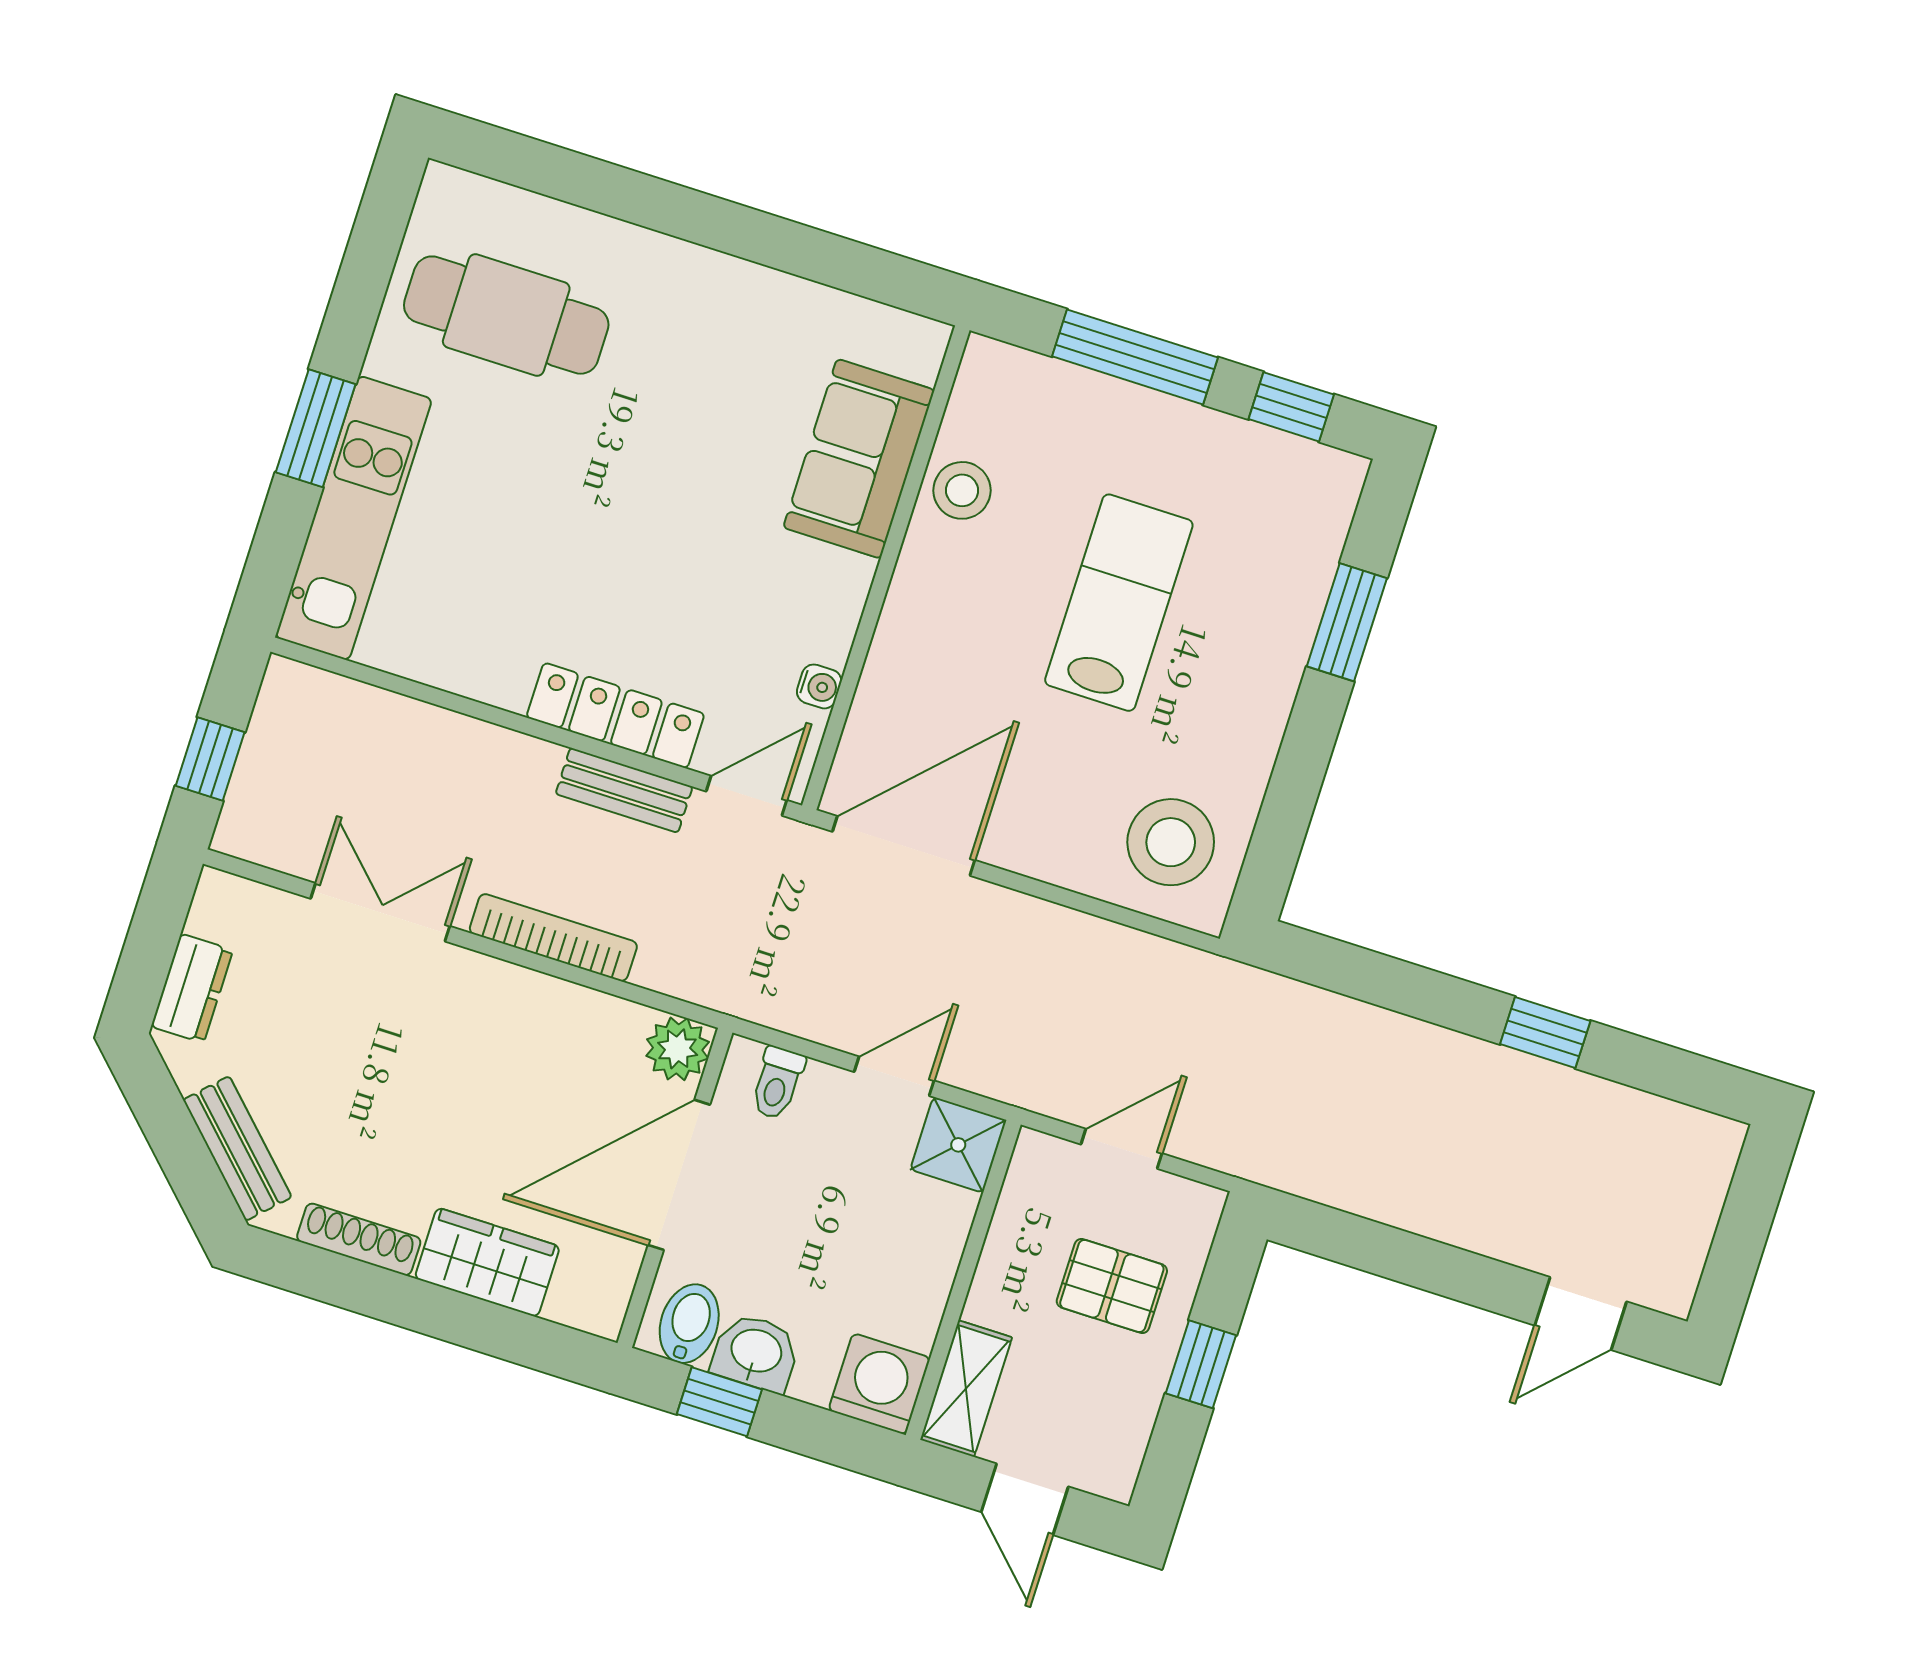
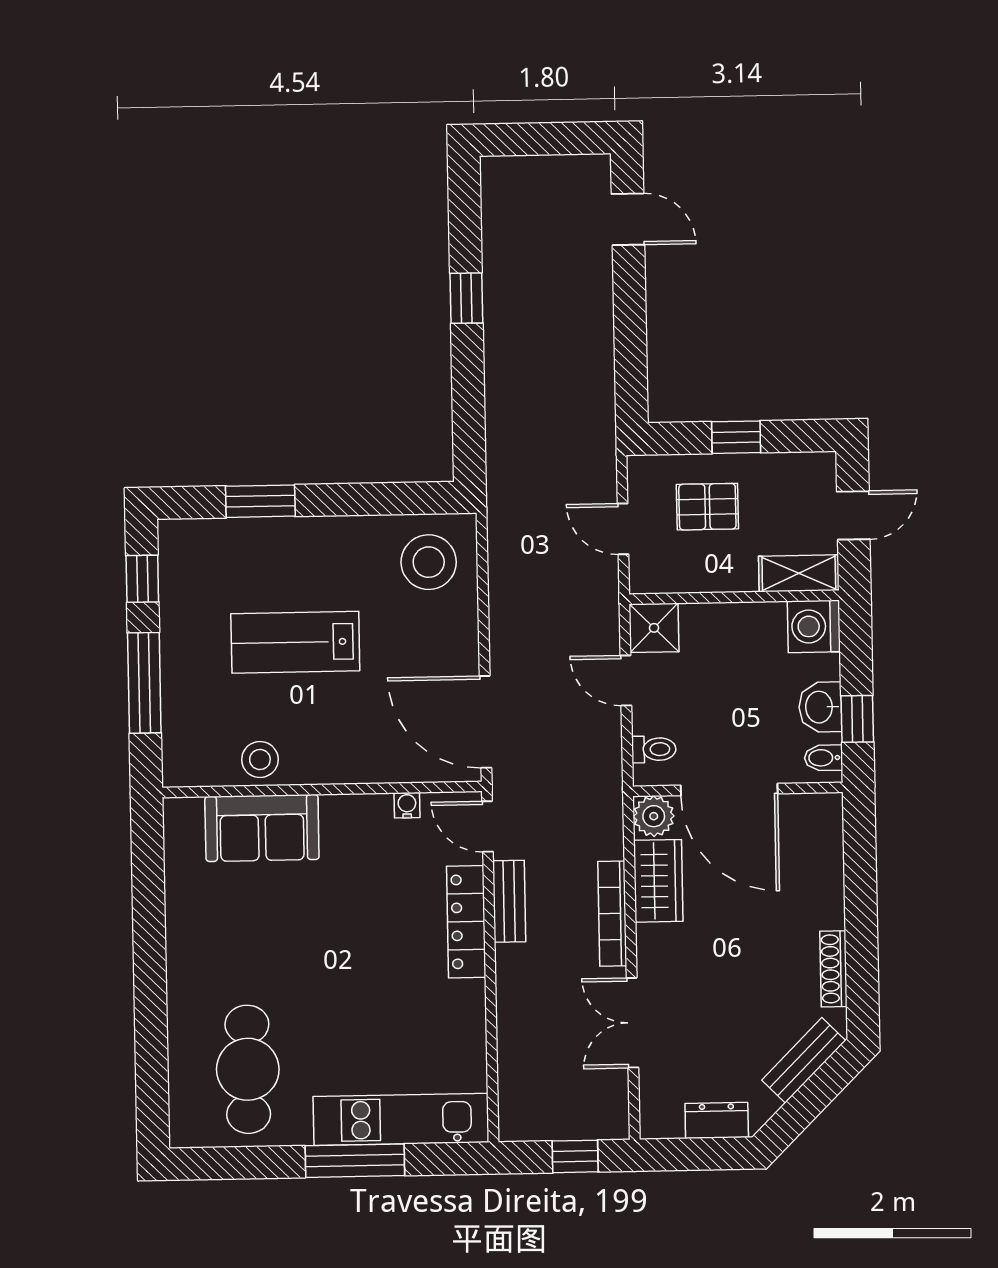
window: (316, 428) -> (355, 1161), width x1.44
wardrobe: (487, 1262) -> (658, 881), moved, turned 180
pallet: (1112, 1286) -> (707, 507), turned 90
bidet: (689, 1324) -> (823, 758), width x0.72, depth x0.74

